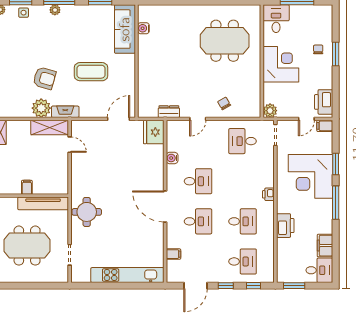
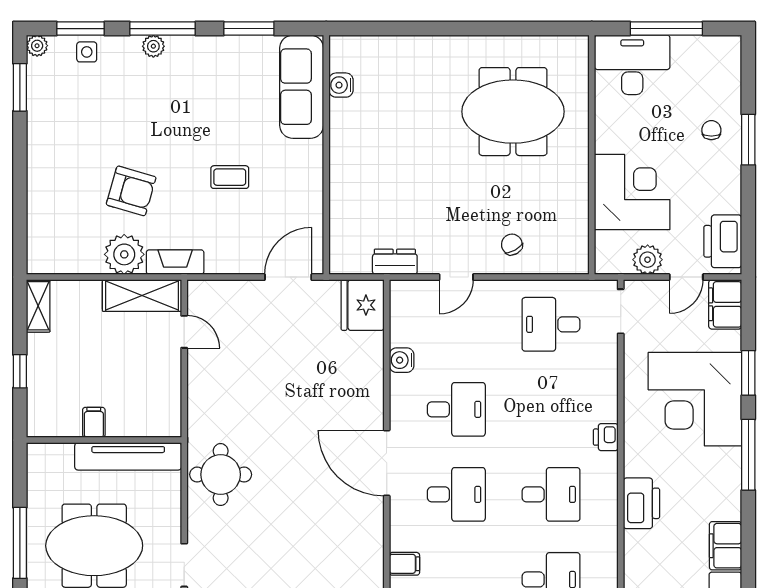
desk: (276, 19) -> (632, 65), width x1.37
corner desk: (281, 64) -> (632, 192), moved
coffee table: (91, 72) -> (230, 177), width x0.54, depth x0.58
plant: (270, 111) -> (648, 260), moved
filing cabinet: (325, 126) -> (725, 304), width x2.00

